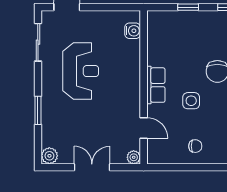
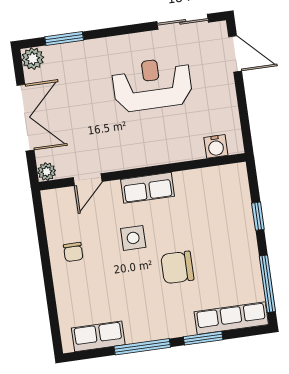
reception desk: (81, 71) -> (152, 84), turned 180
window: (38, 110) -> (64, 39), moved
double door: (92, 167) -> (25, 118), width x1.37

